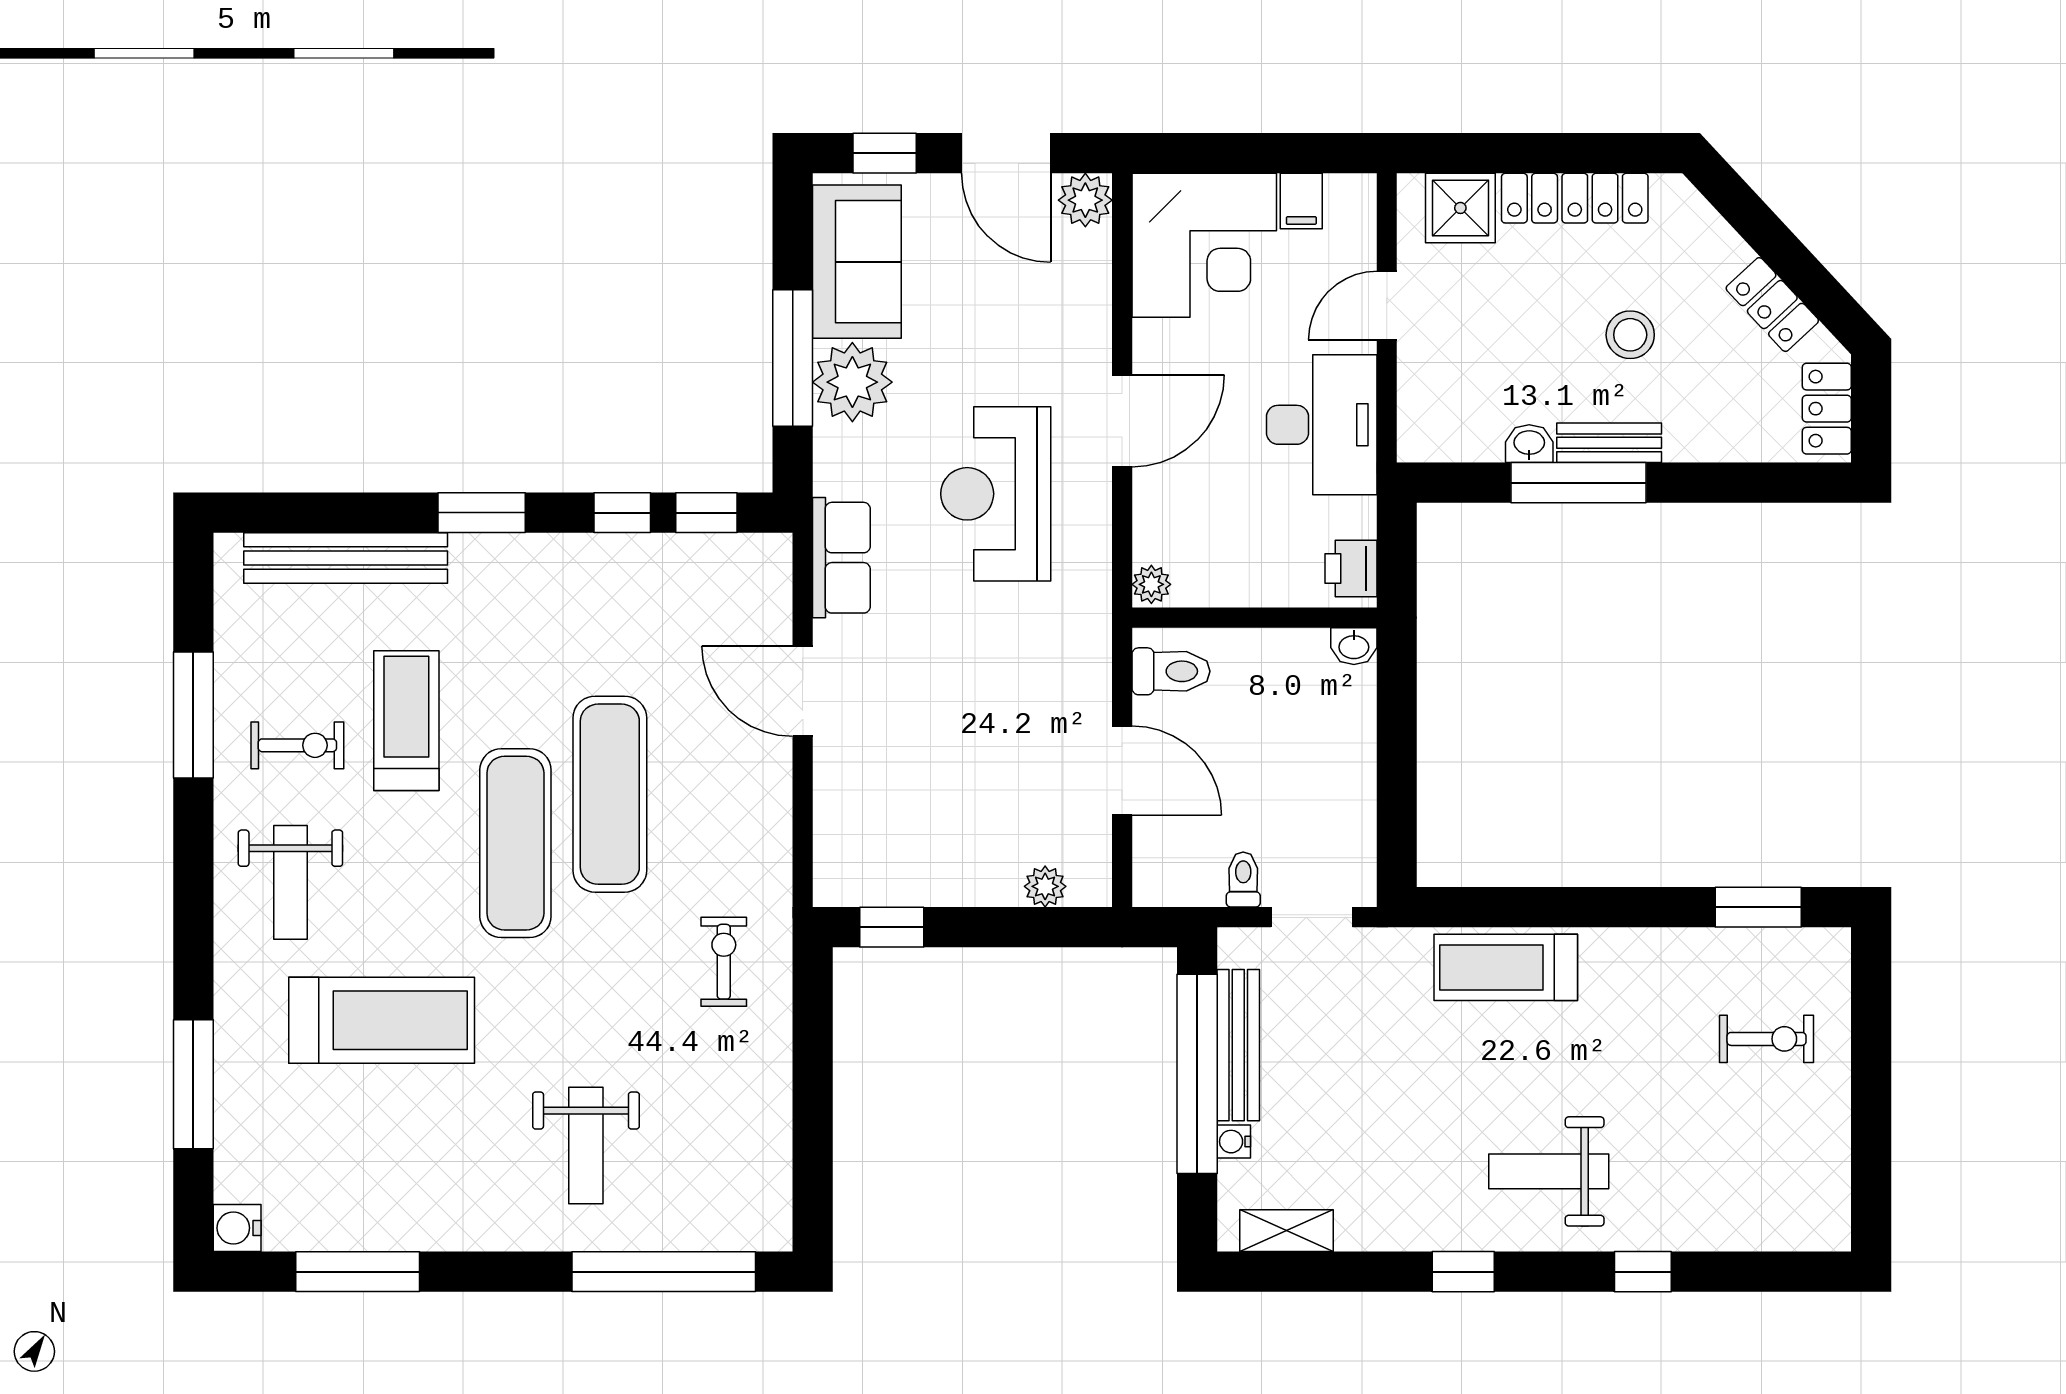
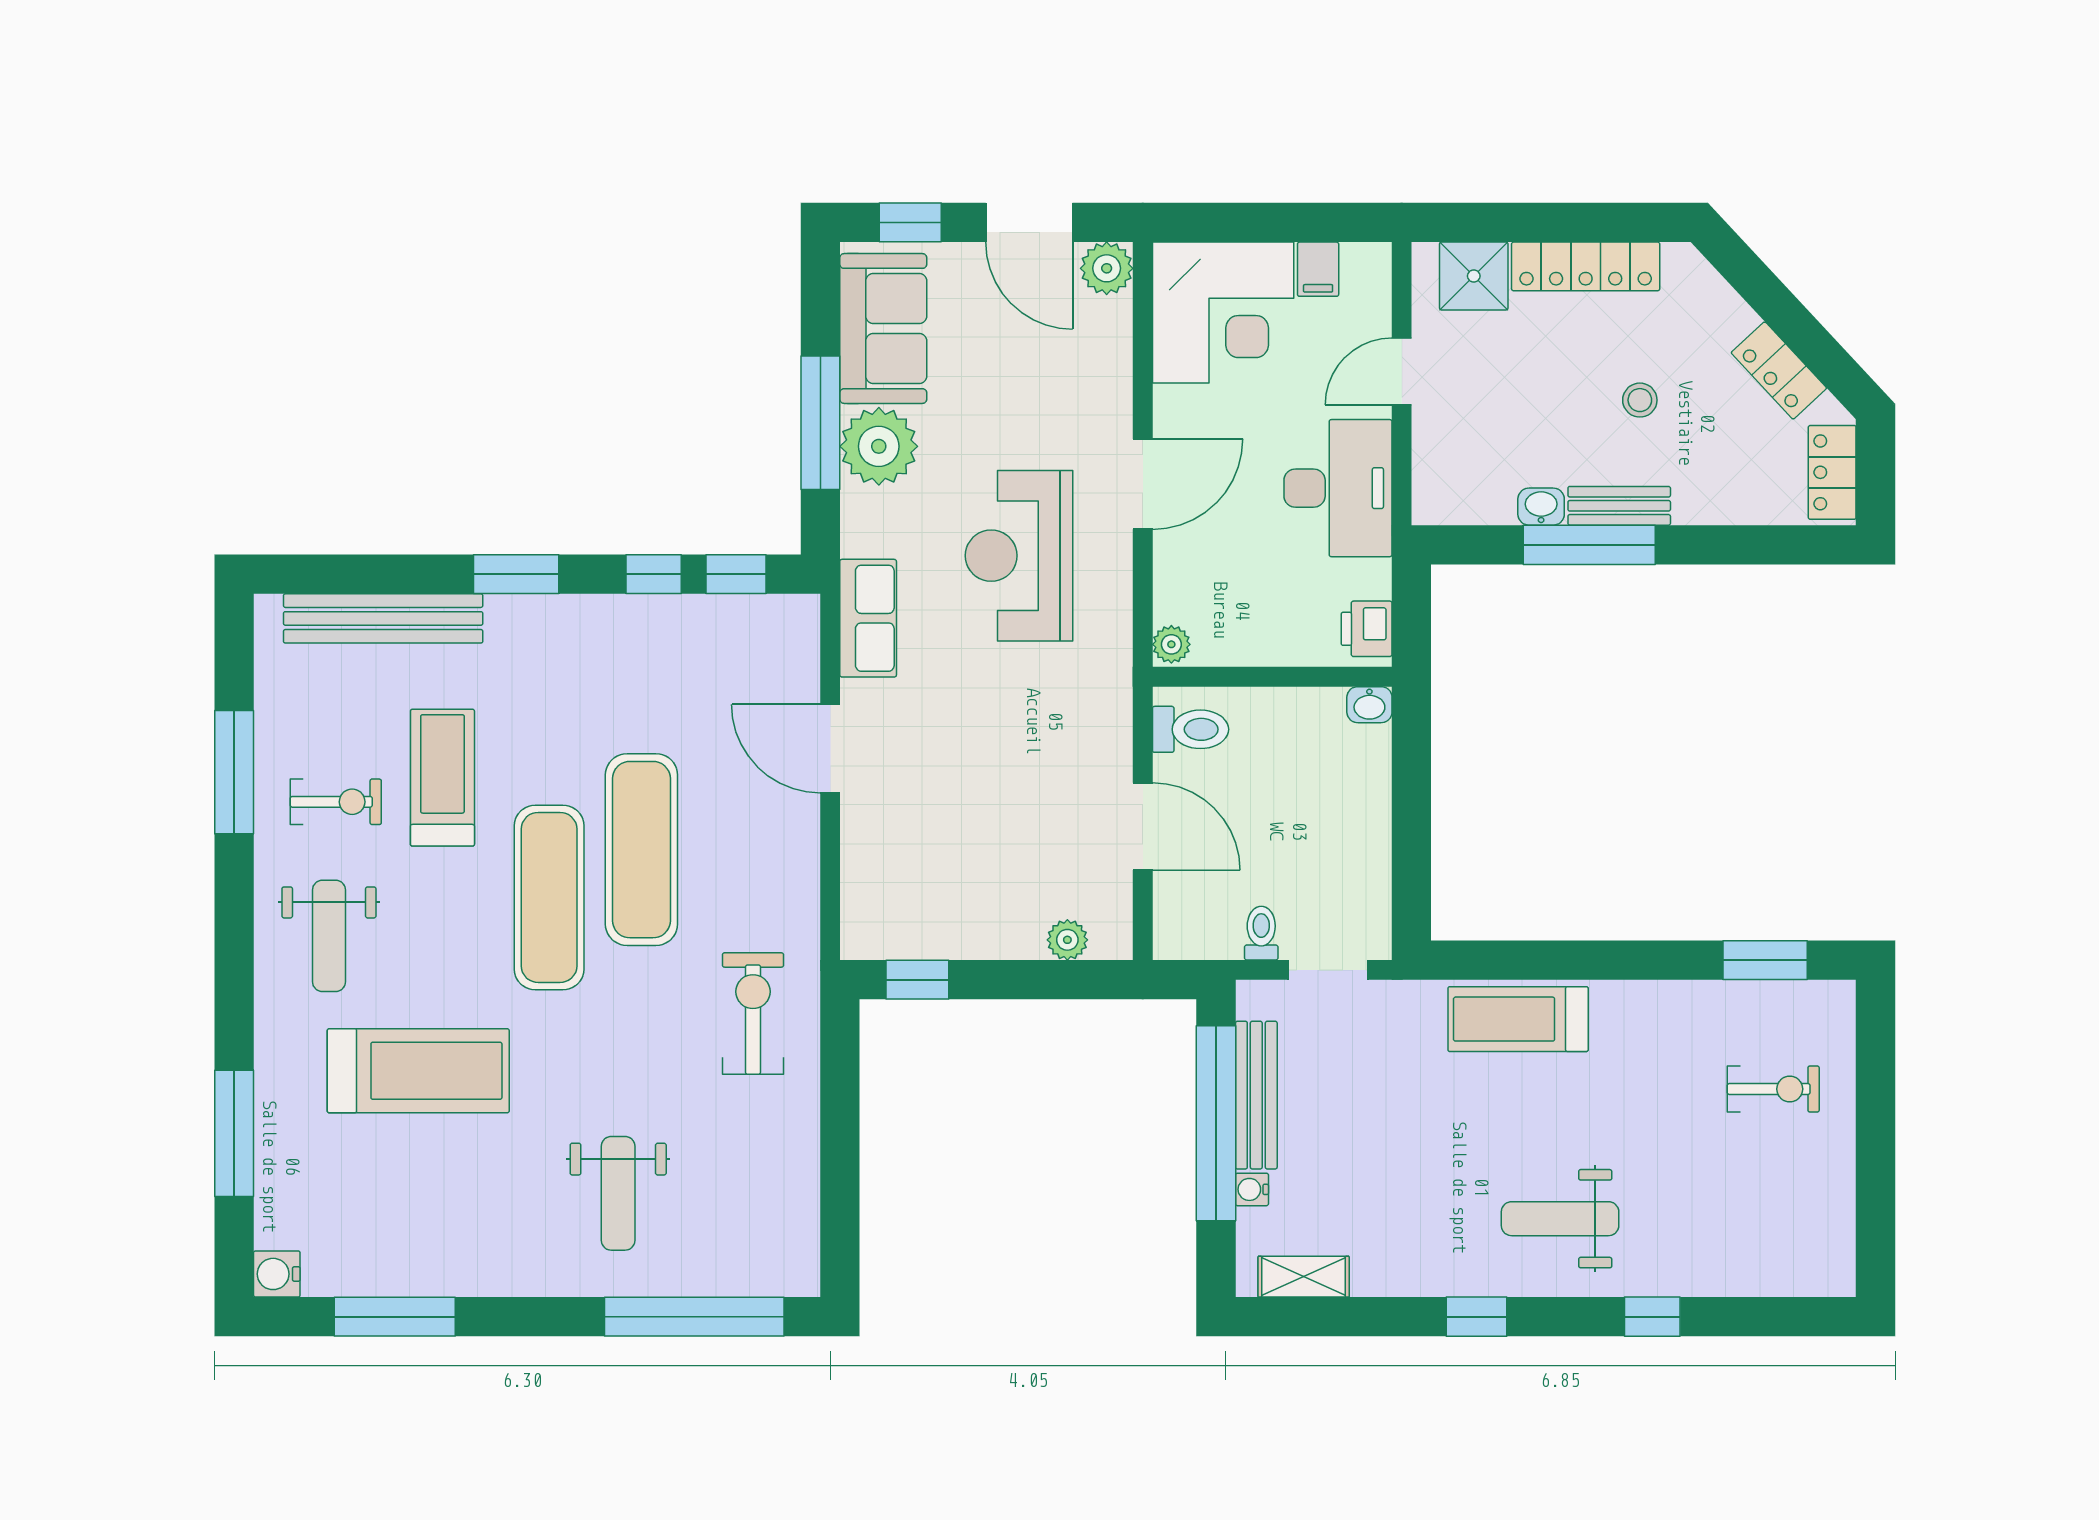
stool: (1630, 335) -> (1640, 400), width x0.73, depth x0.73
exercise bike: (724, 962) -> (753, 1014), width x1.38, depth x1.39

